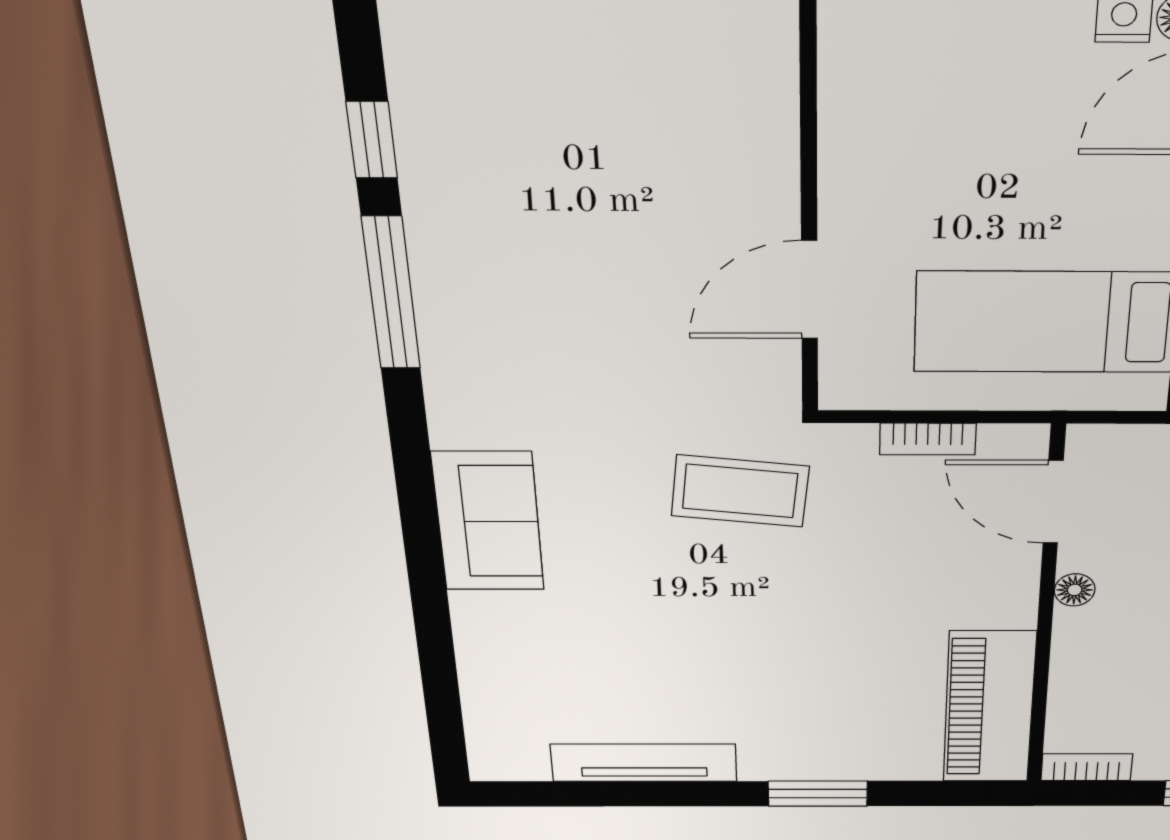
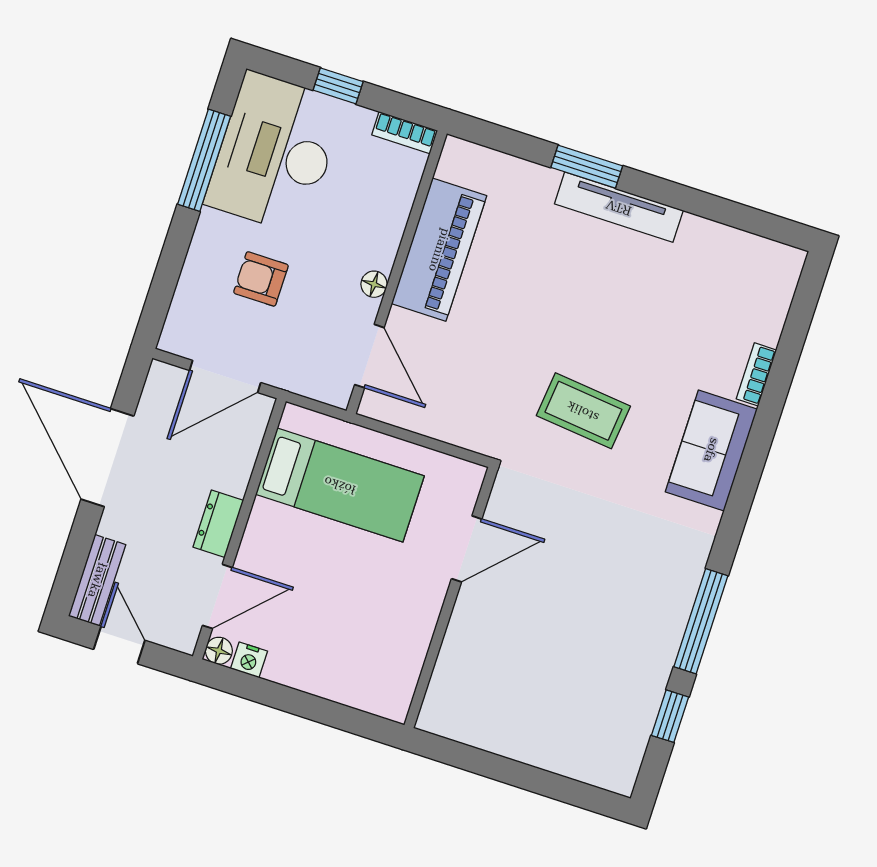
bookcase: (928, 439) -> (756, 374), moved, turned -90
coffee table: (740, 491) -> (583, 411), moved
piano: (989, 707) -> (439, 250), moved
tv unit: (644, 763) -> (619, 207), moved

